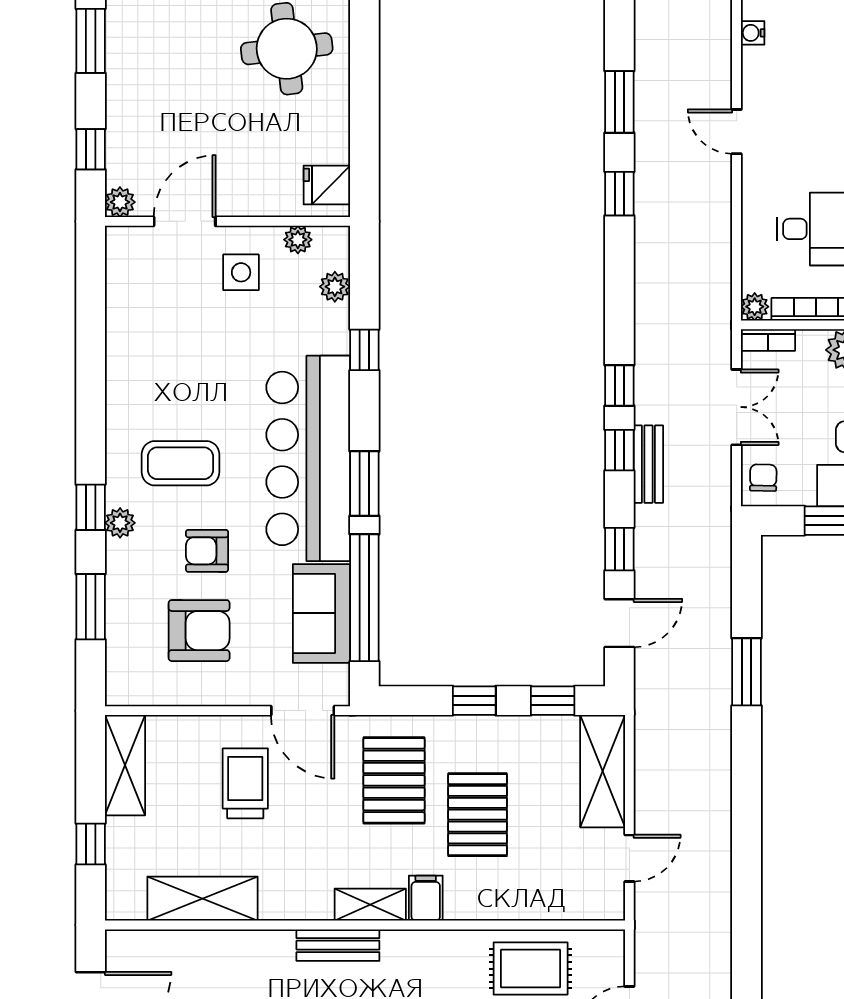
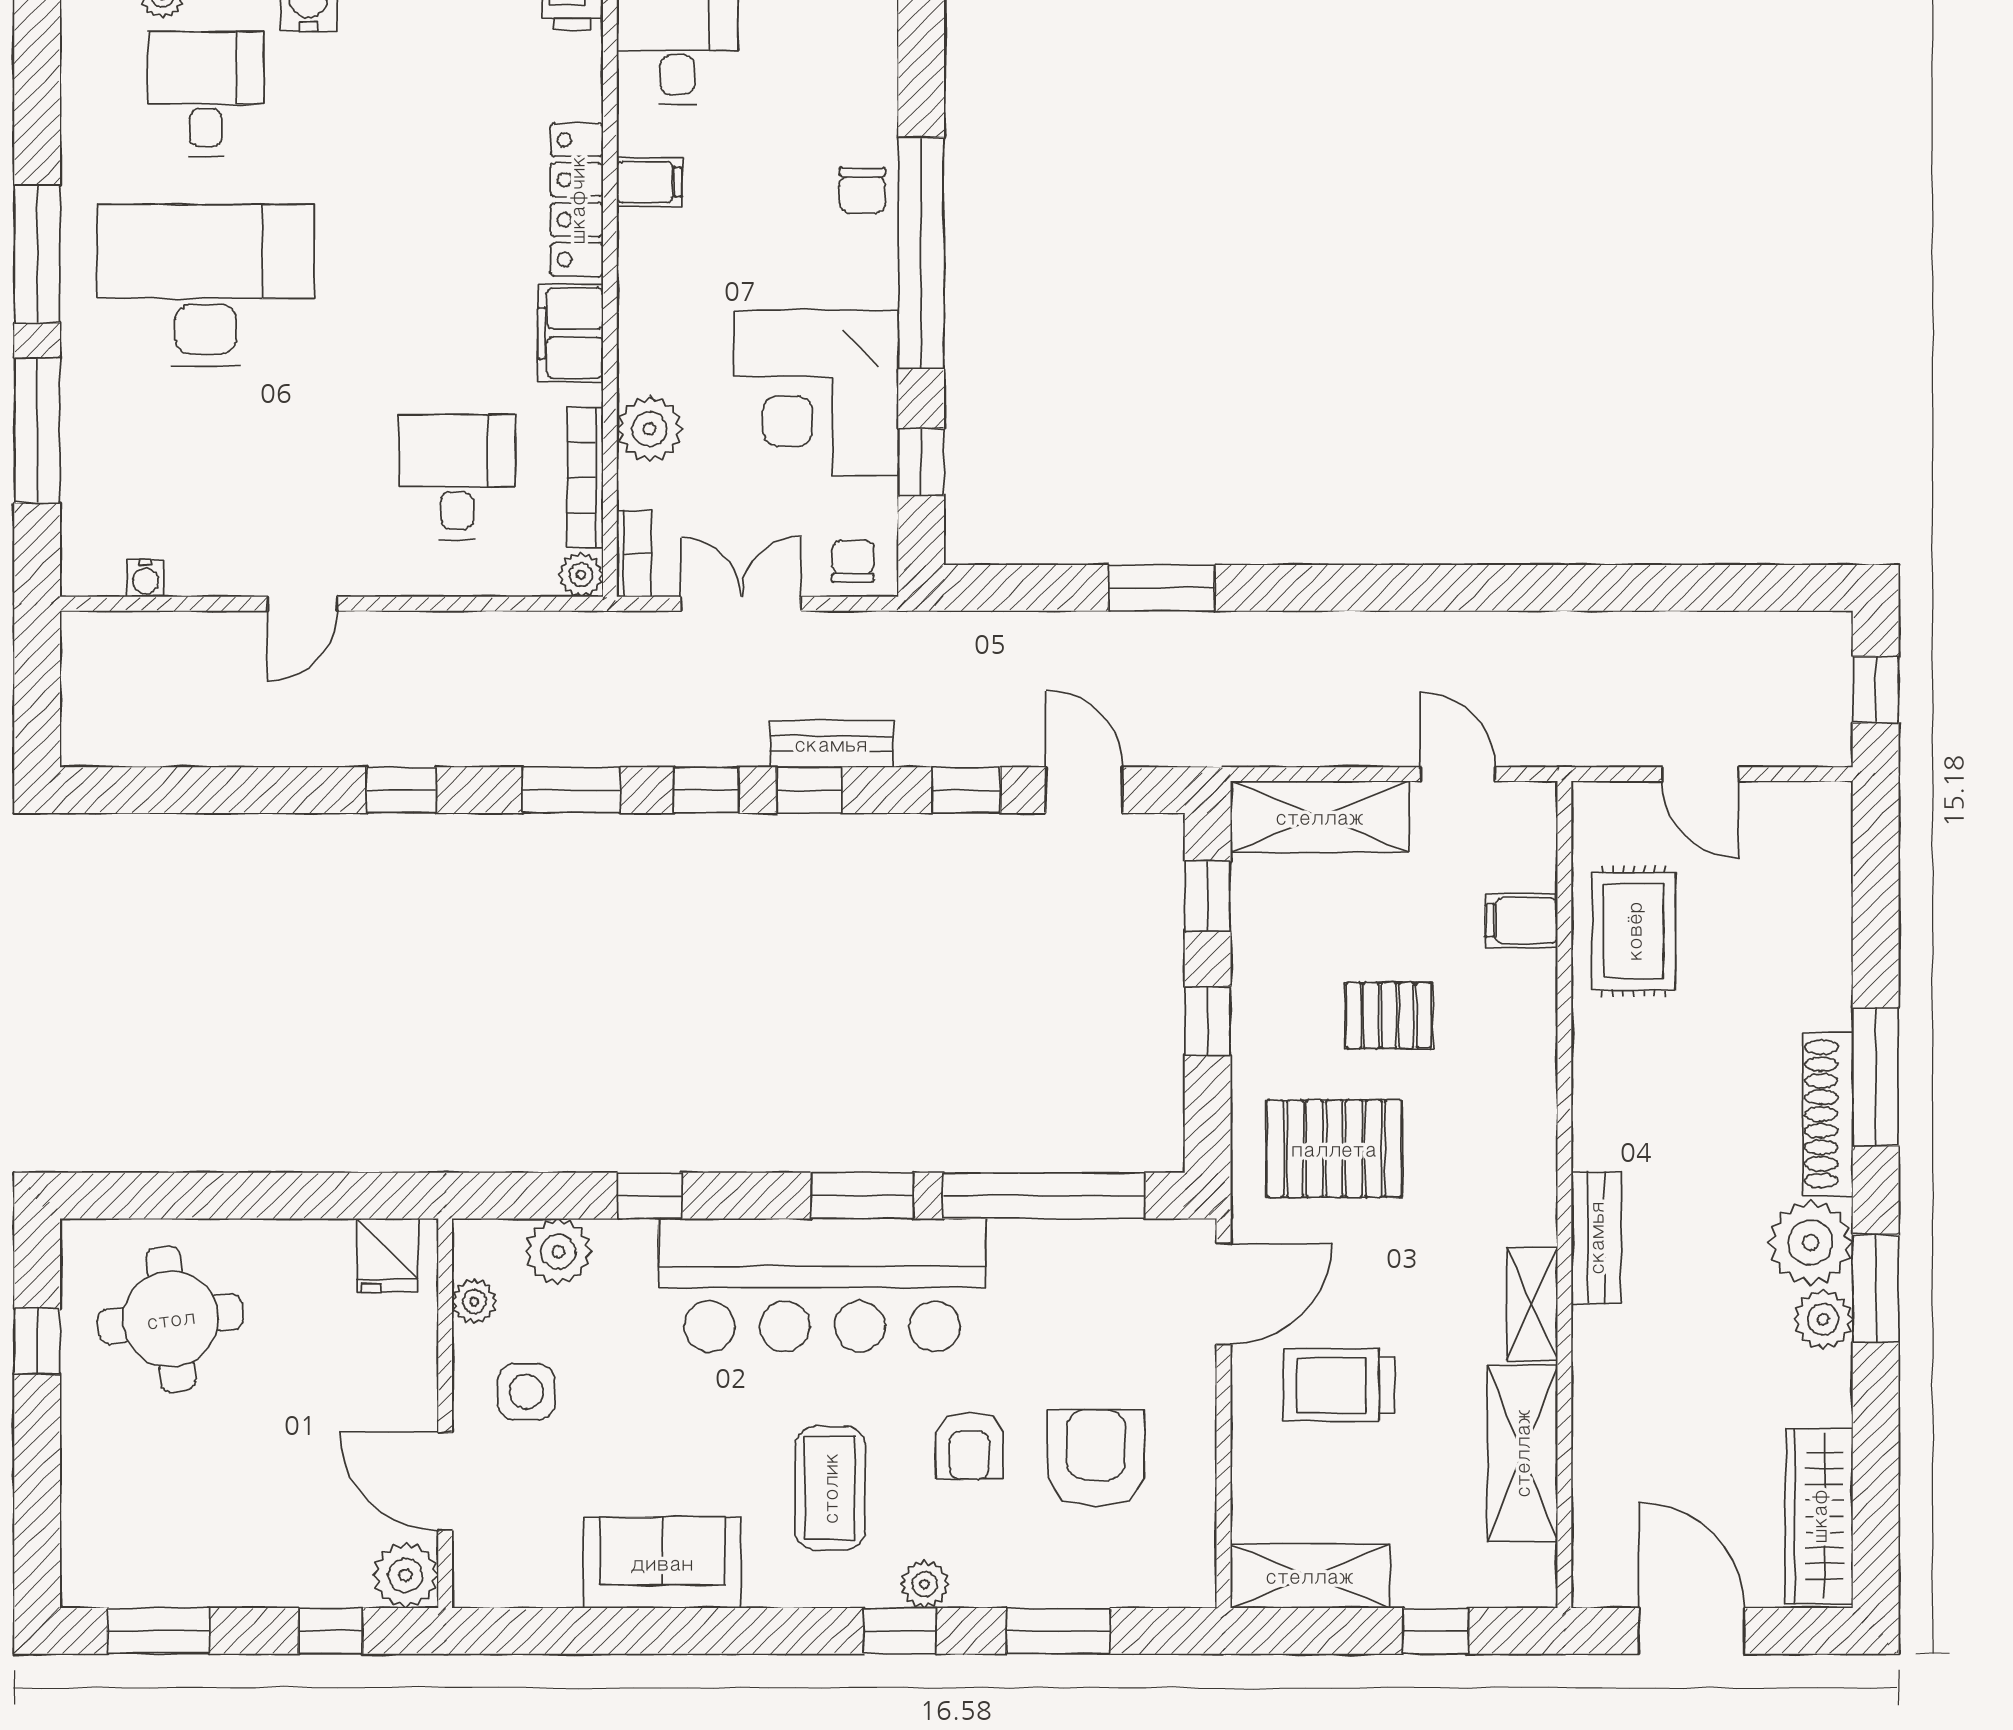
window: (619, 102) -> (571, 790), moved
plant: (120, 202) -> (405, 1575), width x1.38, depth x1.38
plant: (335, 287) -> (558, 1252), width x1.38, depth x1.38
chair: (763, 478) -> (853, 561), turned 89
sofa: (321, 613) -> (662, 1563), moved, turned 180
pallet: (478, 815) -> (1389, 1015), width x0.67, depth x0.71
filing cabinet: (426, 898) -> (1522, 921), moved
shelving: (370, 905) -> (1532, 1304), moved

